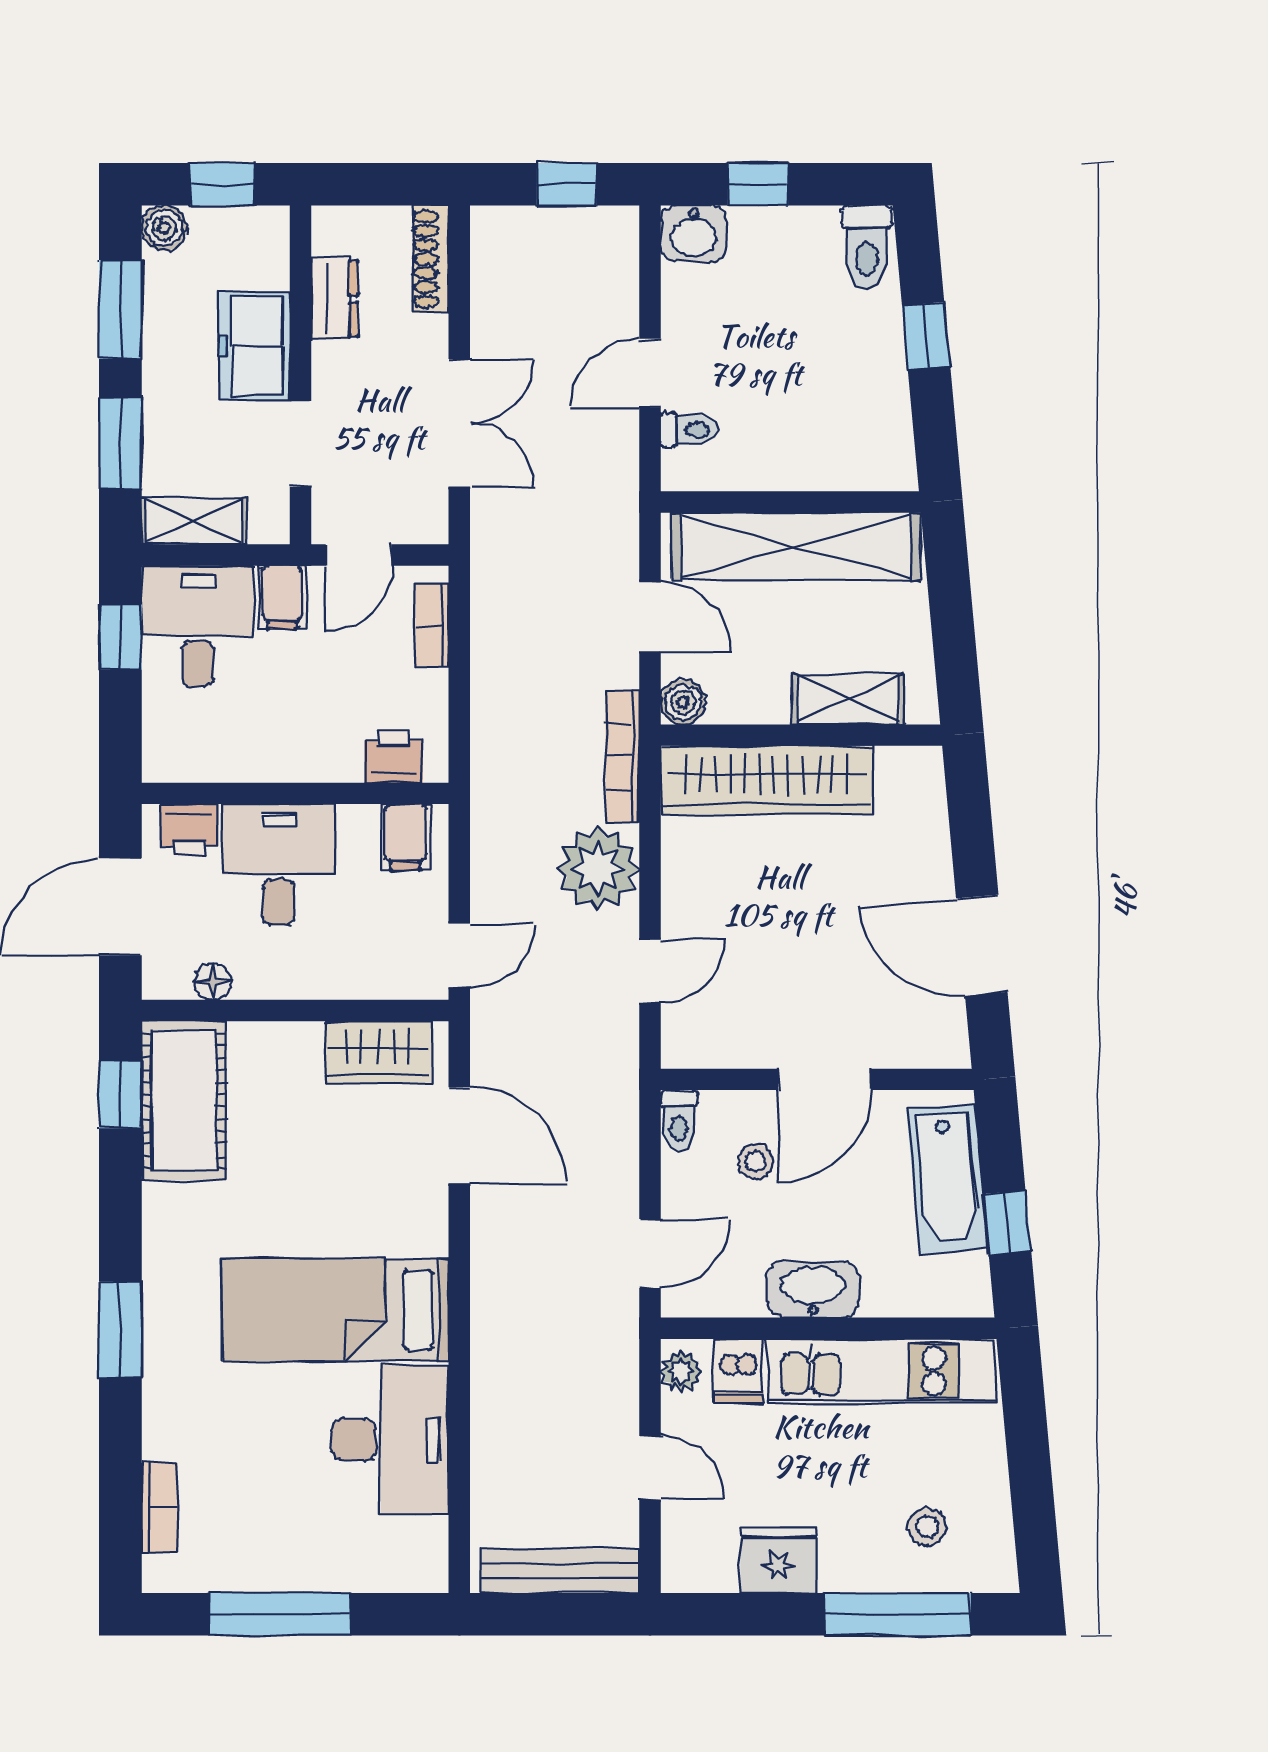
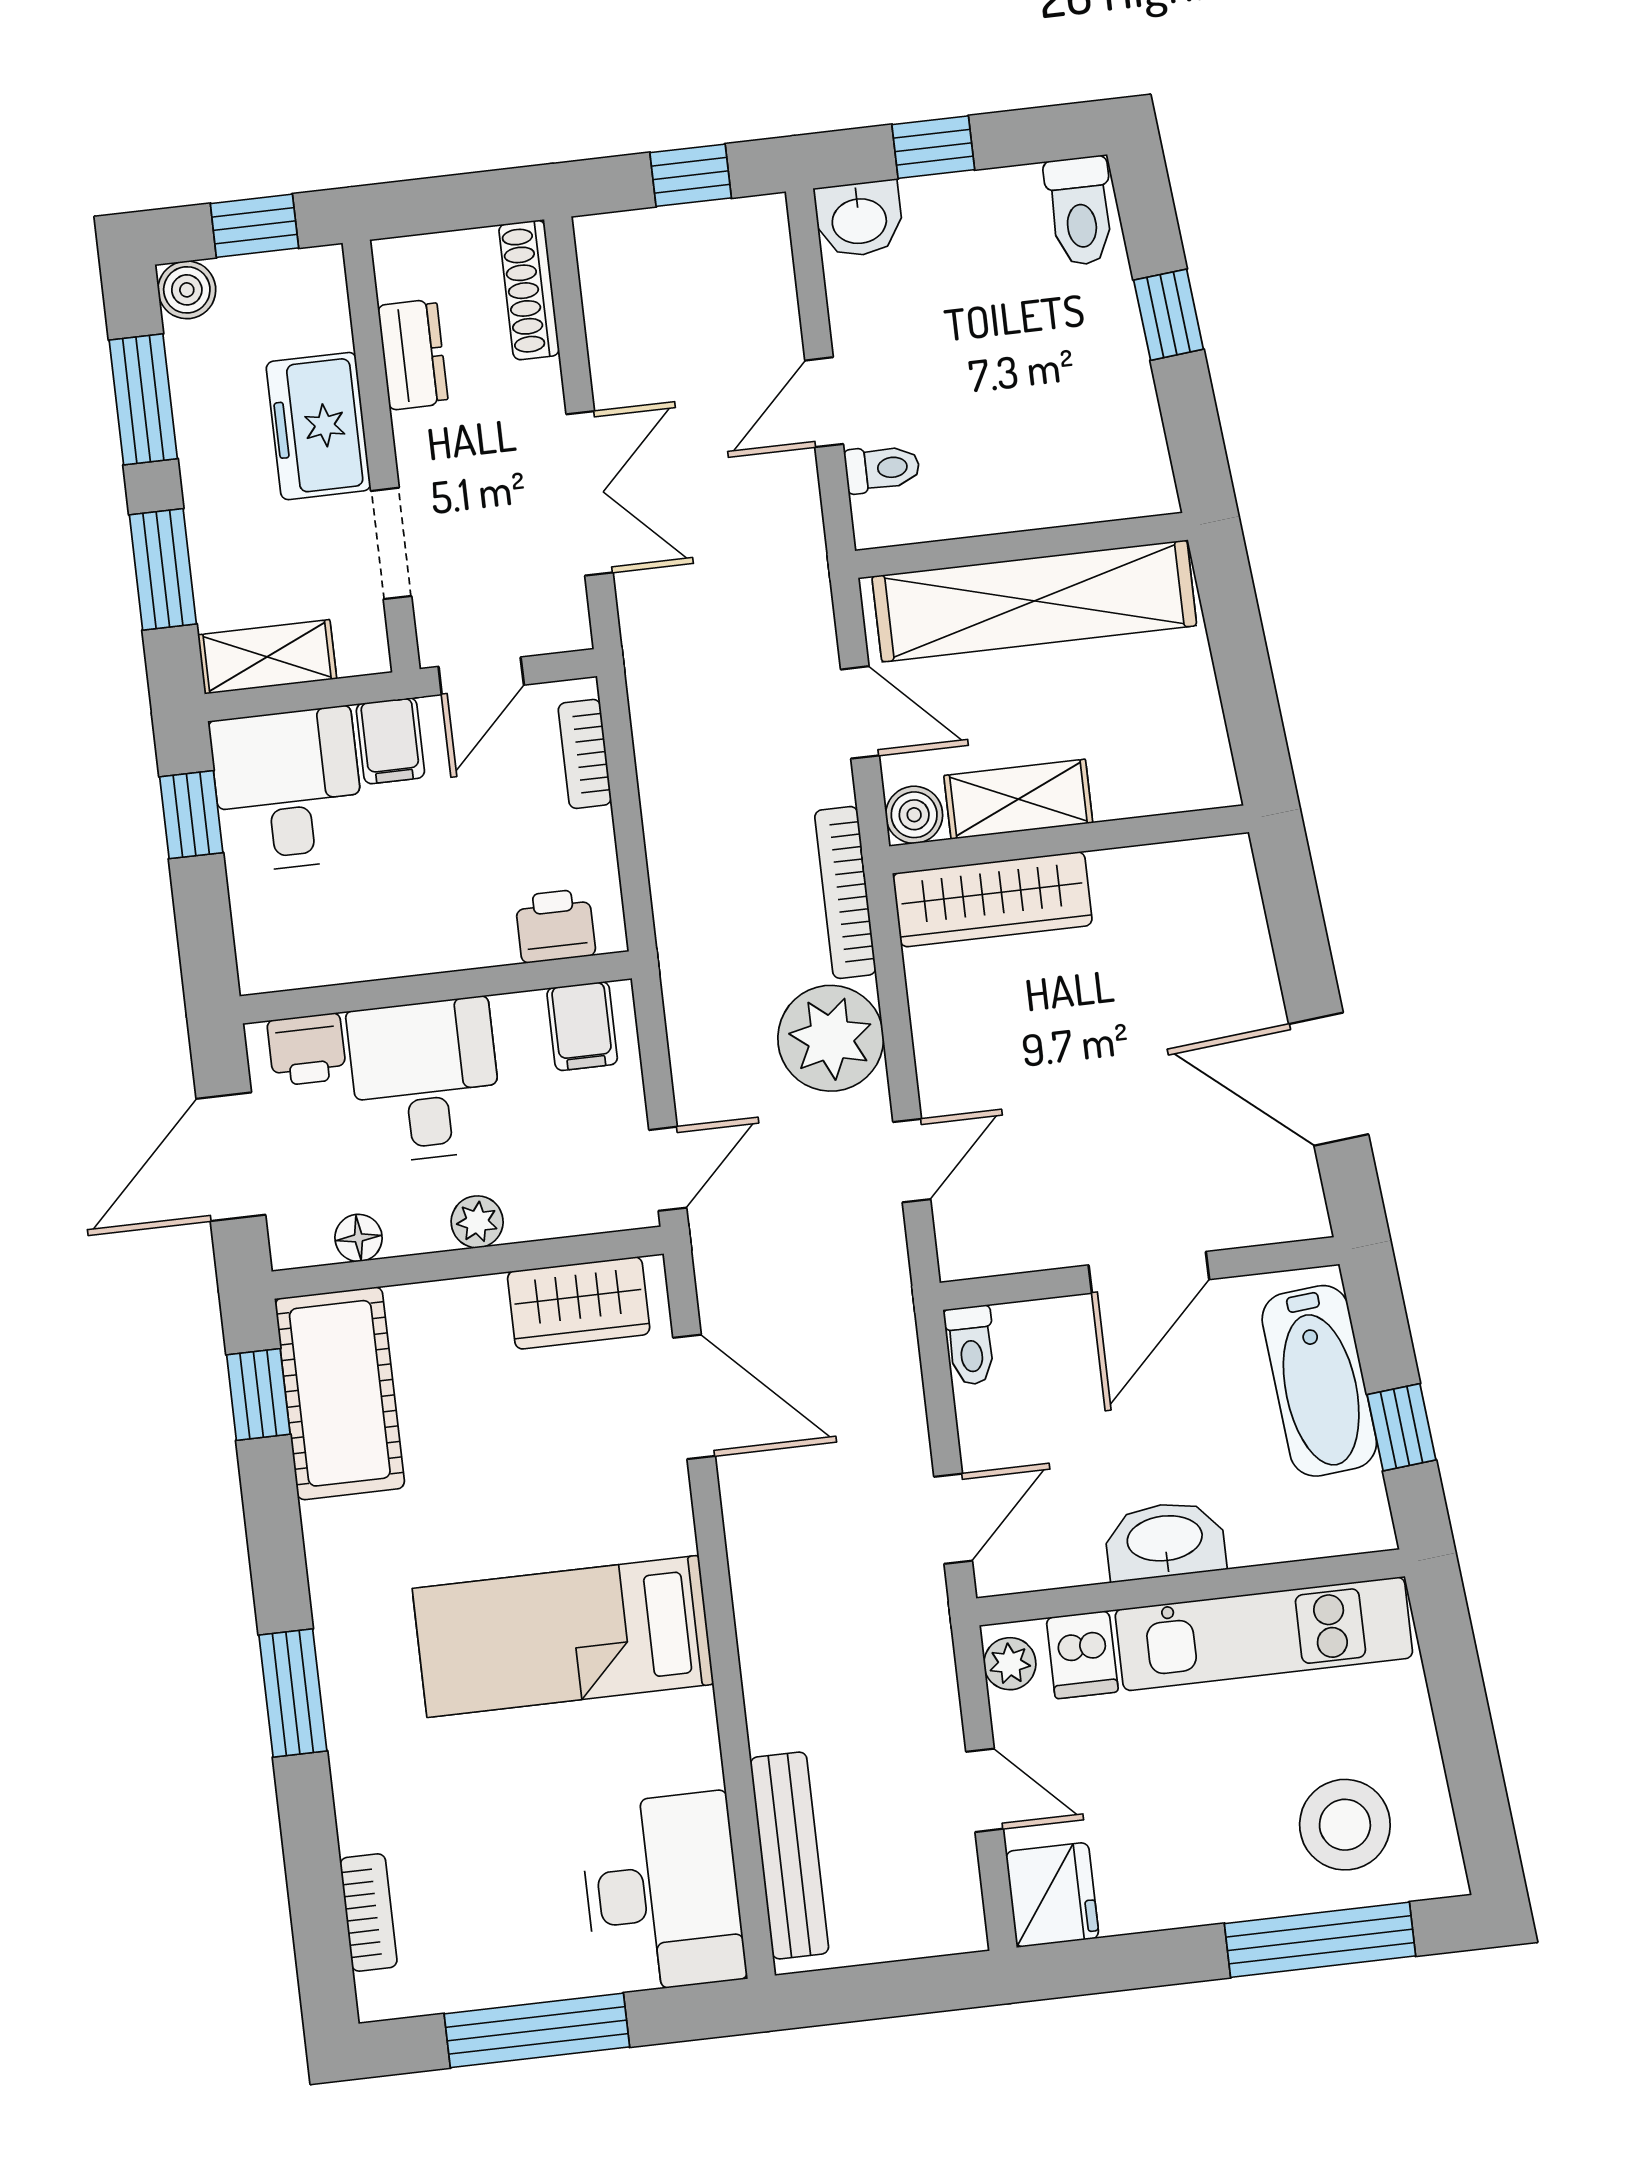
shelving: (848, 699) -> (1018, 799), moved
wardrobe: (767, 780) -> (992, 899), width x0.71, depth x0.85
plant: (306, 980) -> (477, 1222), added
stool: (755, 1162) -> (1073, 1387), removed
desk: (390, 1440) -> (662, 1893), moved
stool: (927, 1527) -> (1345, 1825), width x1.89, depth x1.89
fridge: (778, 1560) -> (1052, 1895), moved, turned 90
bench: (560, 1571) -> (789, 1855), moved, turned 90

